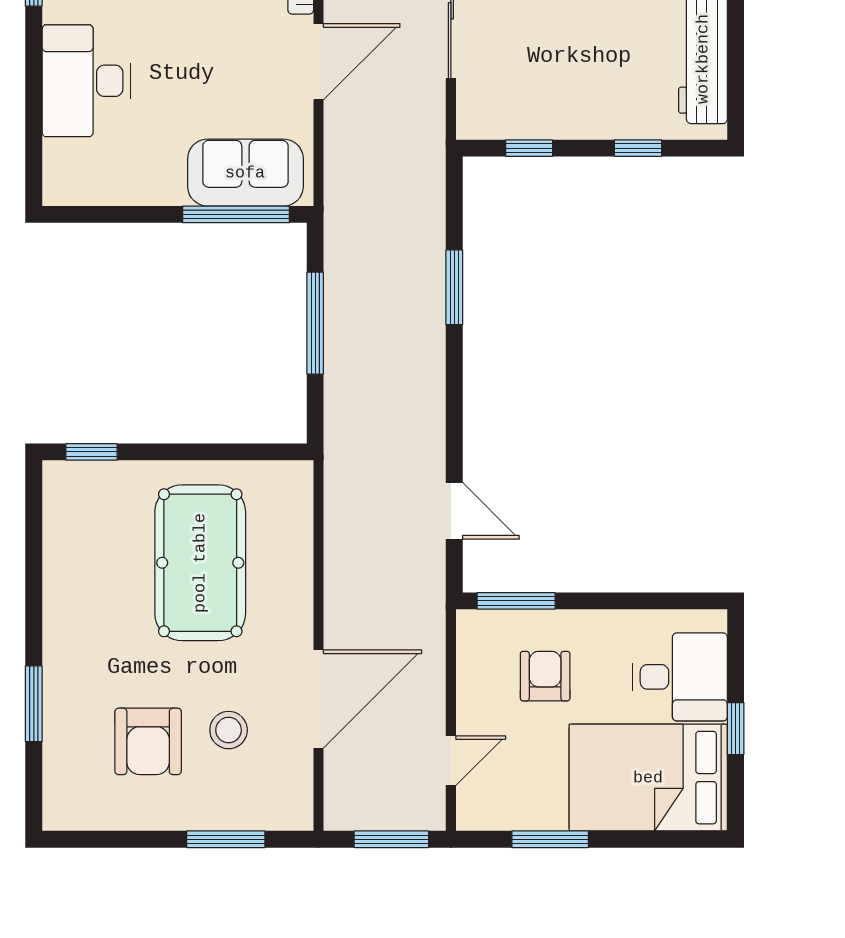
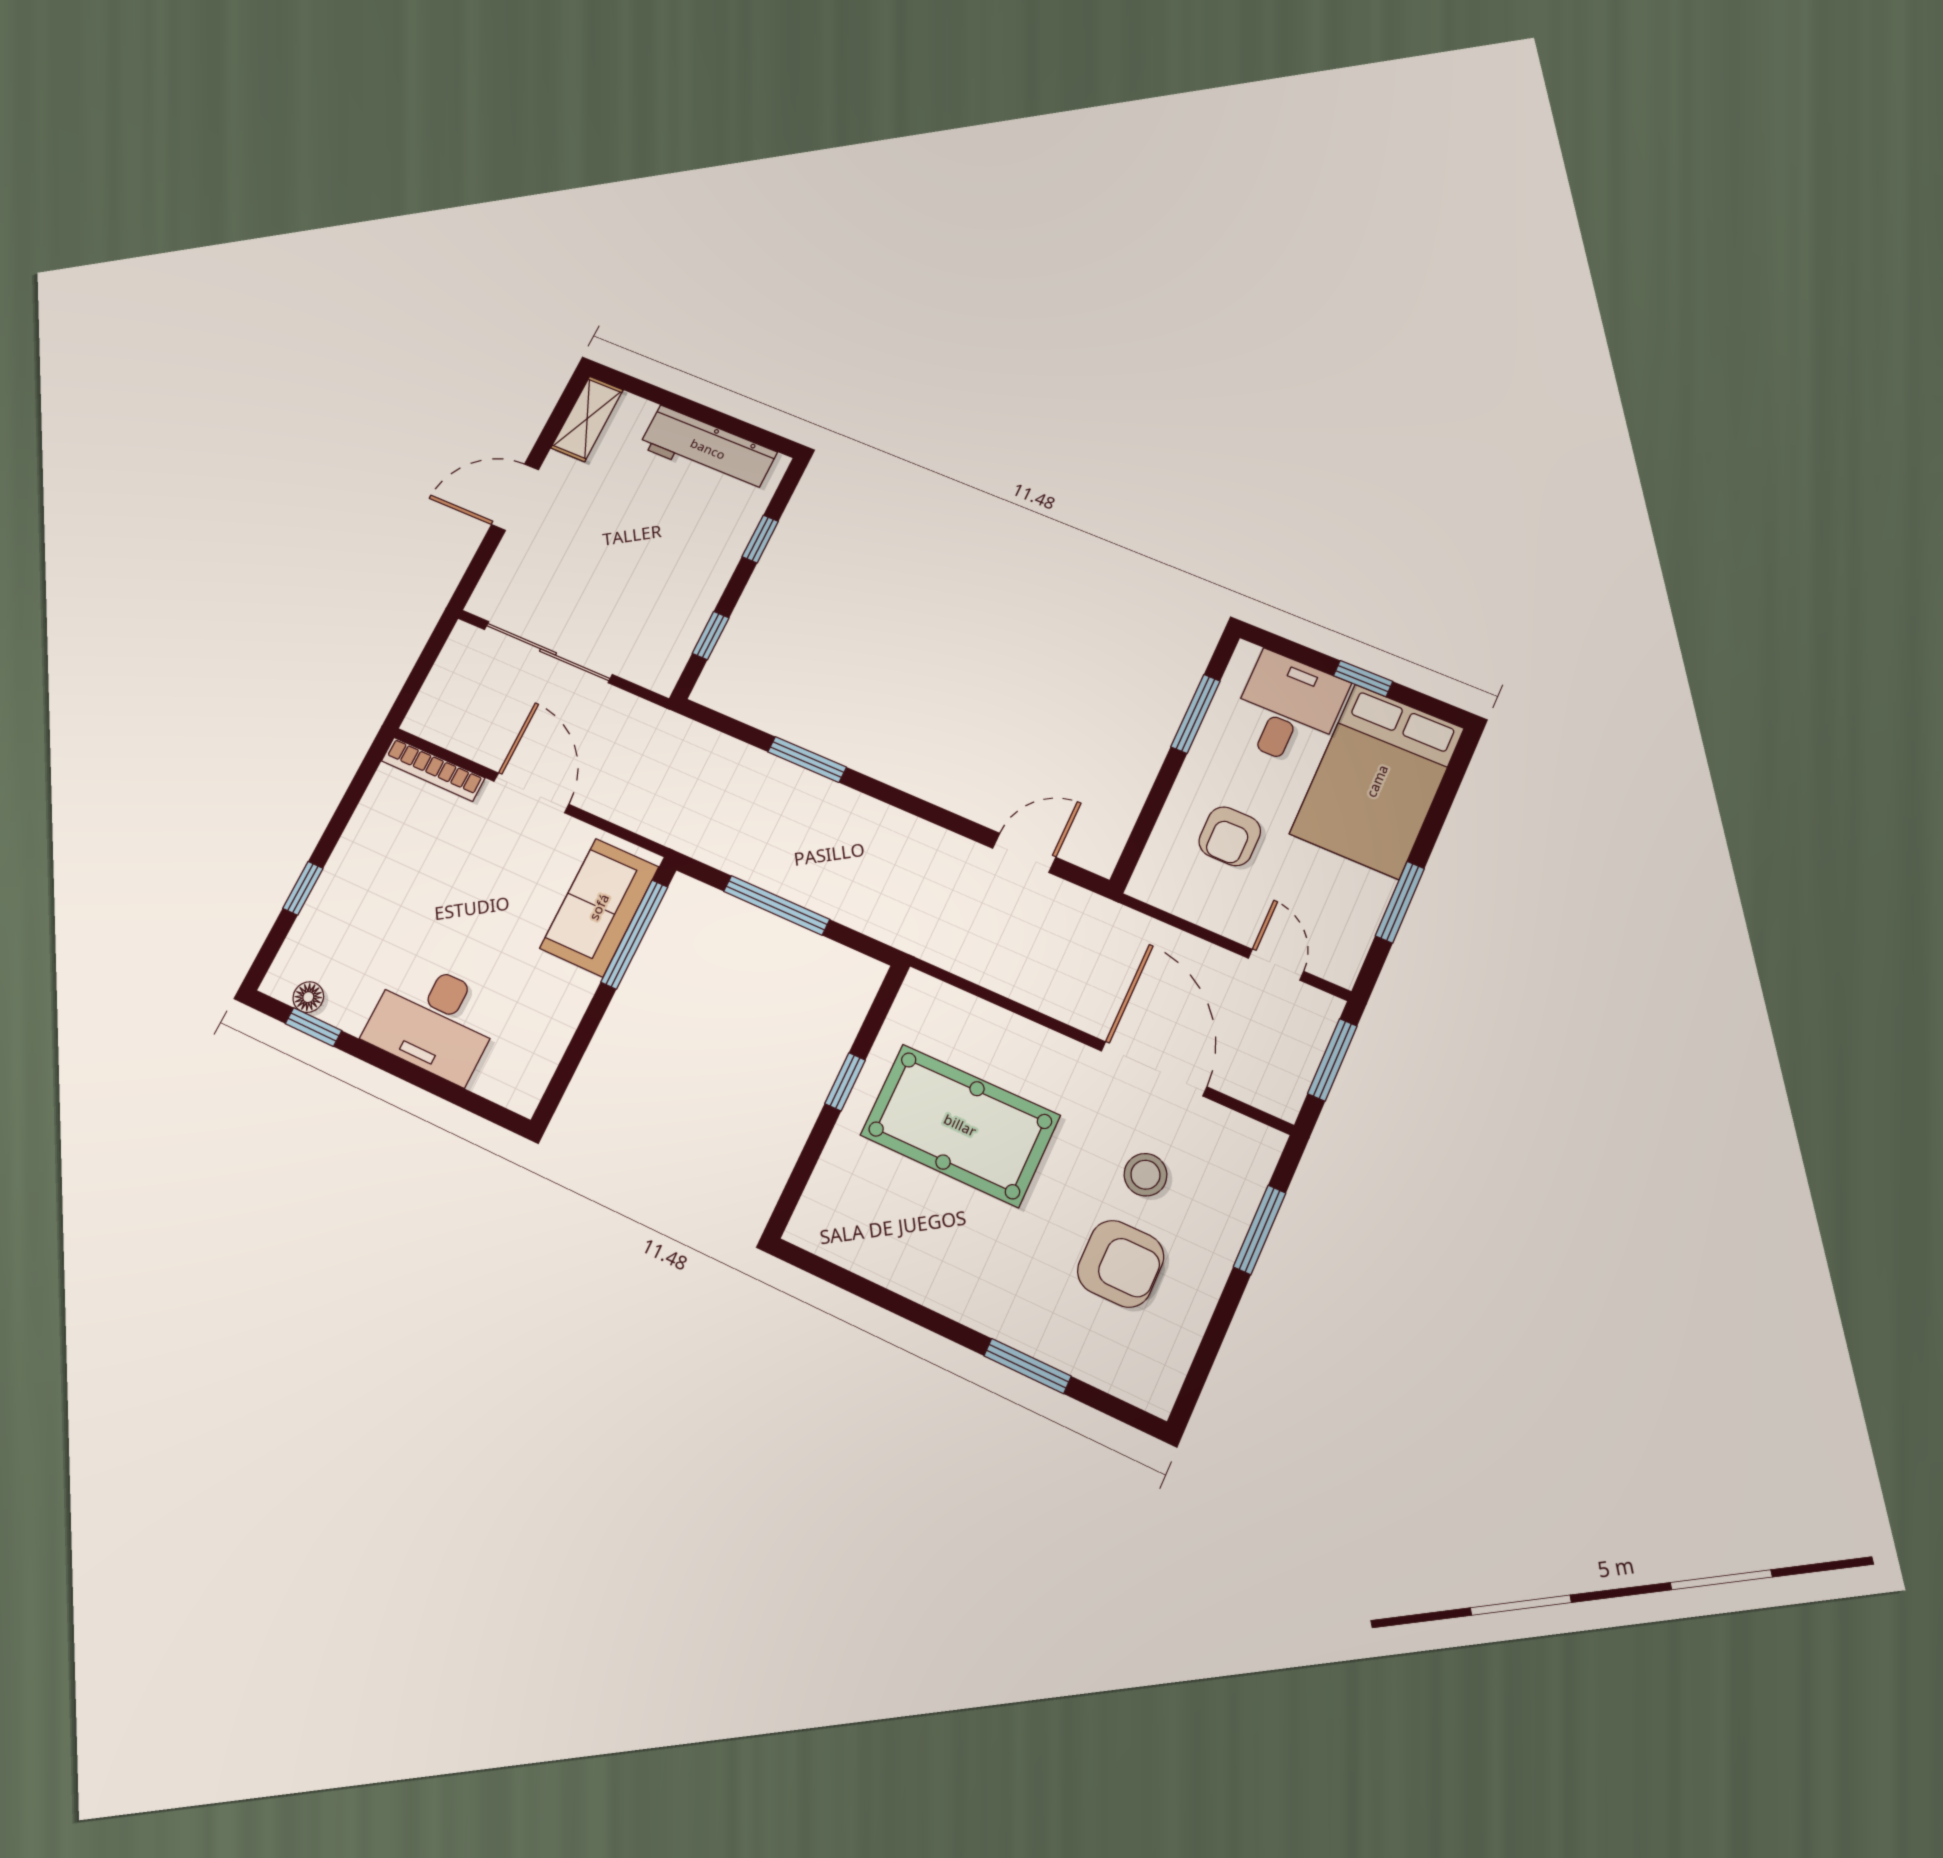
window: (91, 452) -> (845, 1082), moved
window: (516, 601) -> (1195, 714), moved
armchair: (545, 676) -> (1230, 836), turned -90

